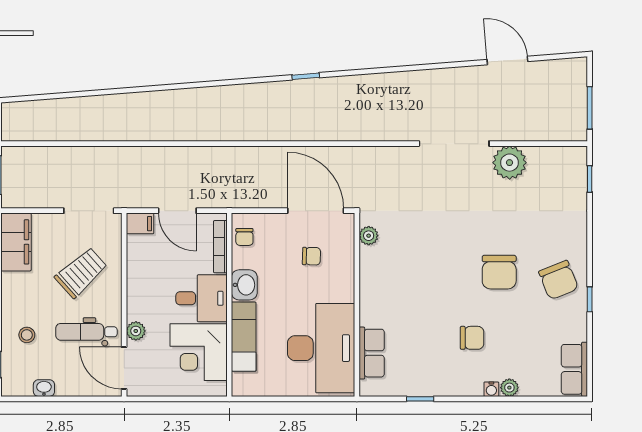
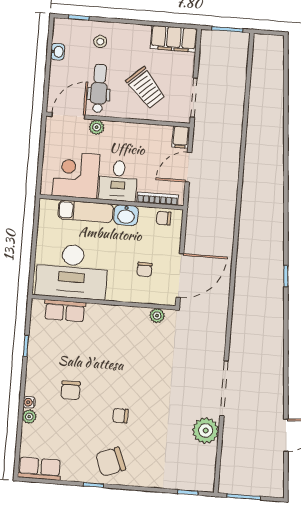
chair: (499, 272) -> (120, 416), width x0.54, depth x0.54

